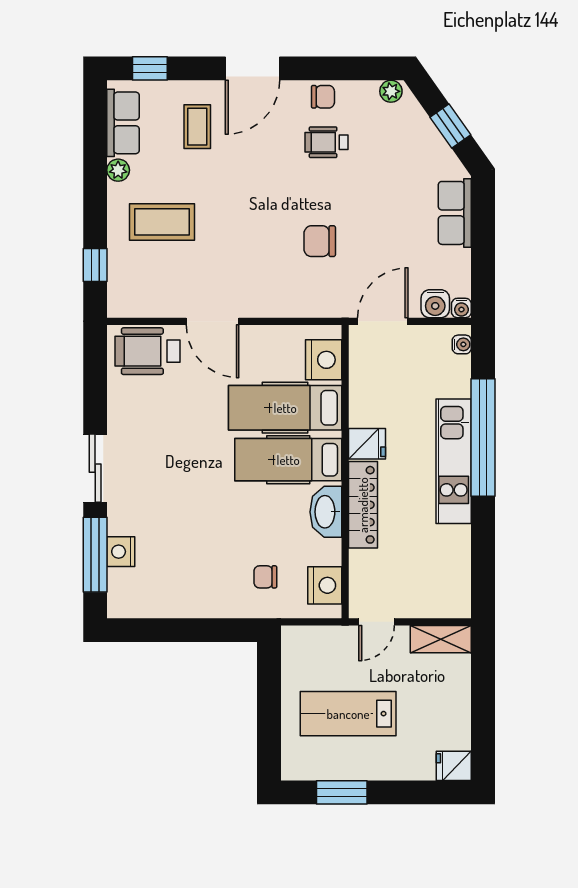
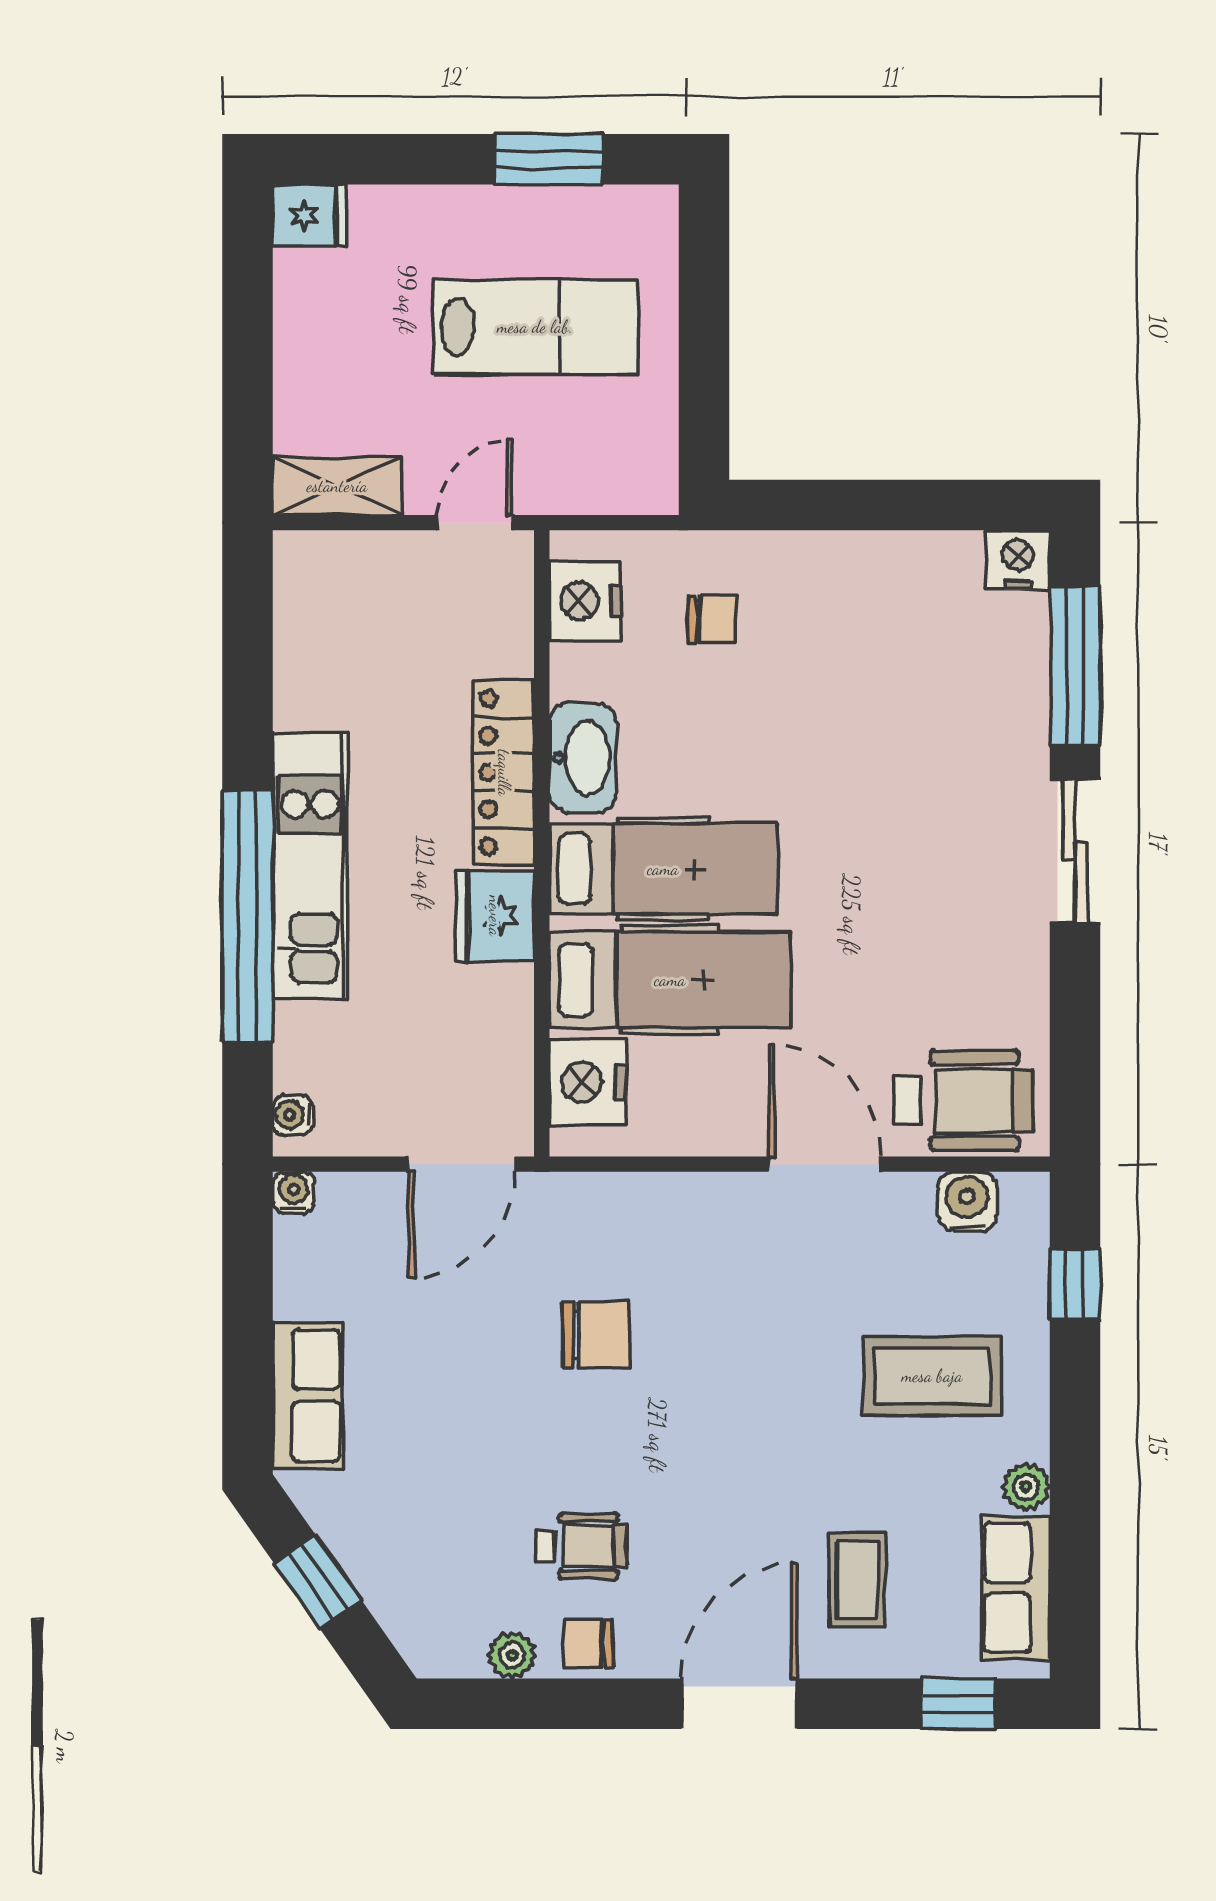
plant: (391, 91) -> (512, 1655), moved
water cooler: (435, 304) -> (967, 1202), moved
fridge: (367, 444) -> (495, 916), width x1.38
nightstand: (121, 552) -> (1018, 560), moved, turned -90

